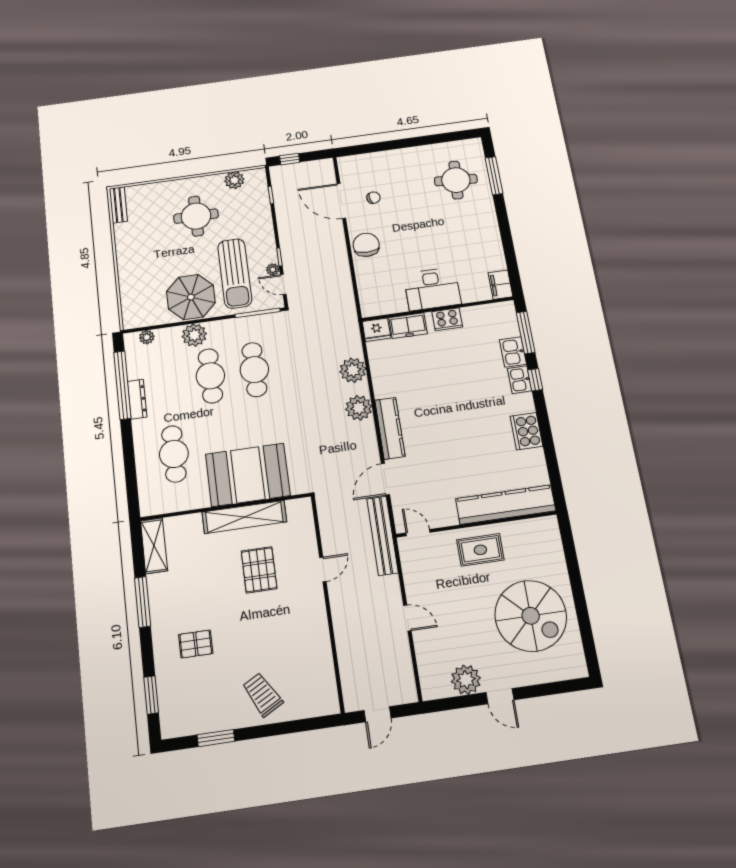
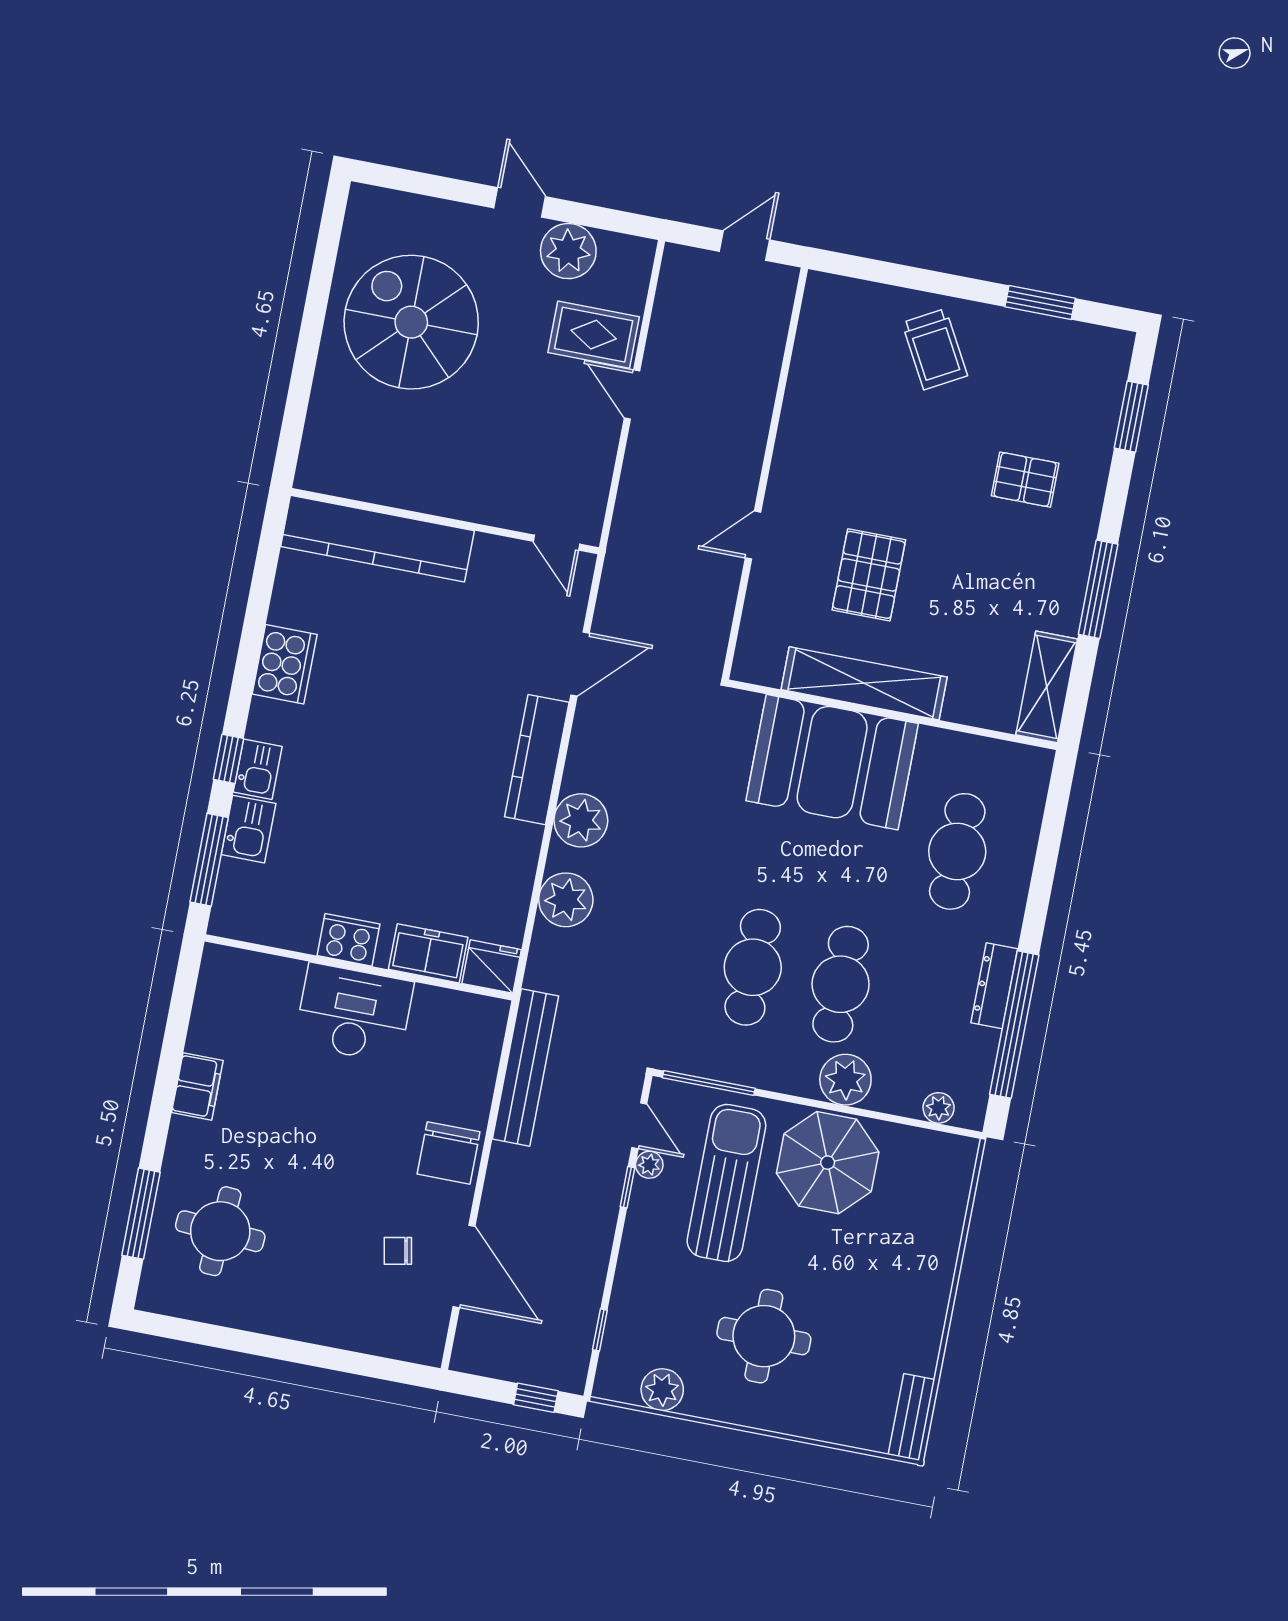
filing cabinet: (500, 285) -> (197, 1086), moved
bench: (382, 536) -> (525, 1068), moved
rug: (480, 550) -> (594, 335), moved

